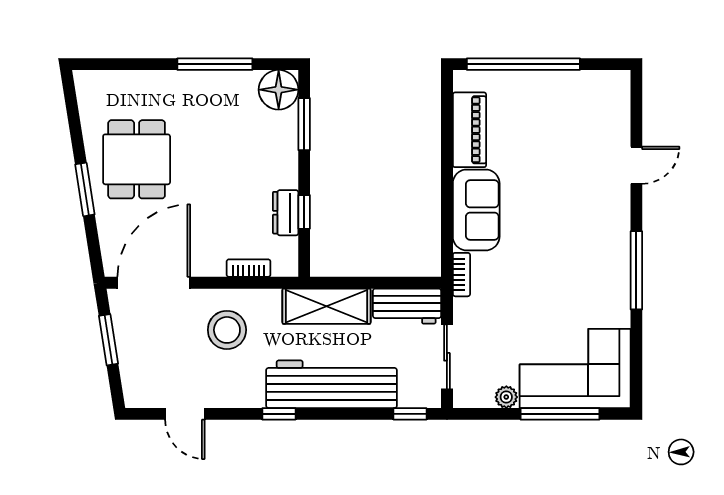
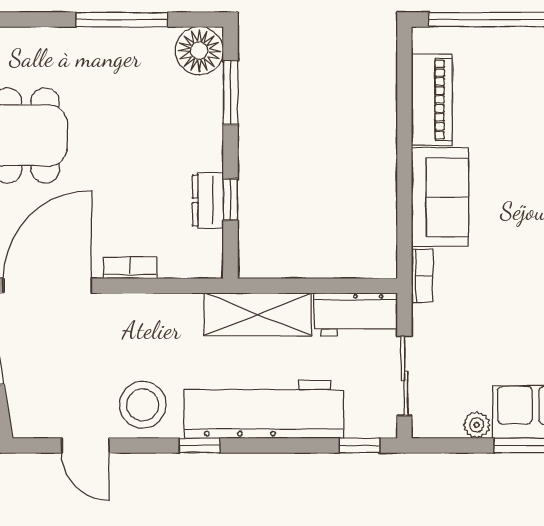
bookcase: (249, 268) -> (130, 268), moved
stool: (227, 330) -> (143, 405), moved

